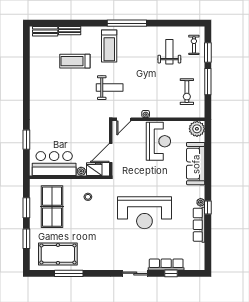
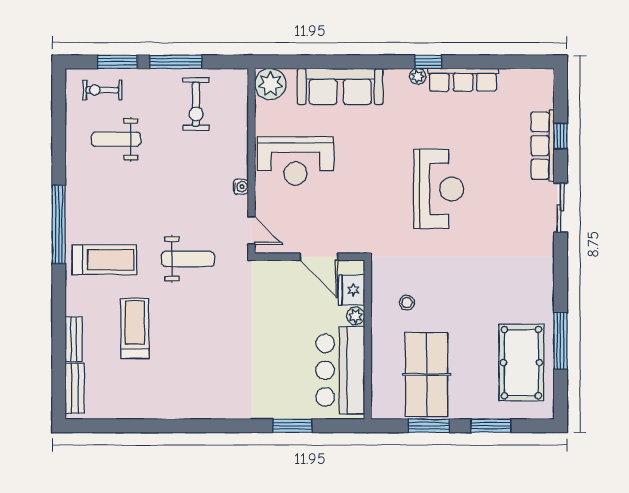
treadmill: (75, 61) -> (135, 328), turned 180
weight bench: (110, 88) -> (188, 259), turned 90
exercise bike: (187, 92) -> (196, 104), turned 90
reception desk: (158, 141) -> (295, 161), turned 180
table tennis table: (52, 207) -> (427, 374), turned 90
reception desk: (144, 213) -> (439, 189), width x0.74, depth x0.77

